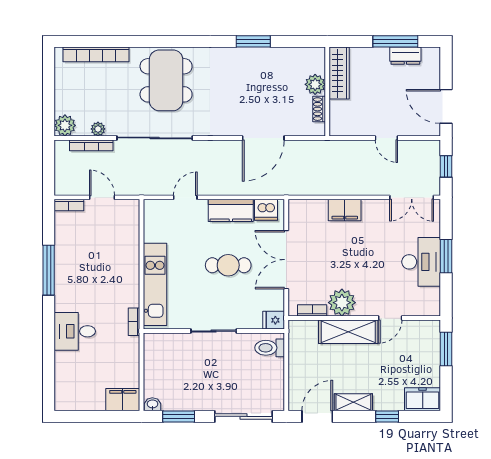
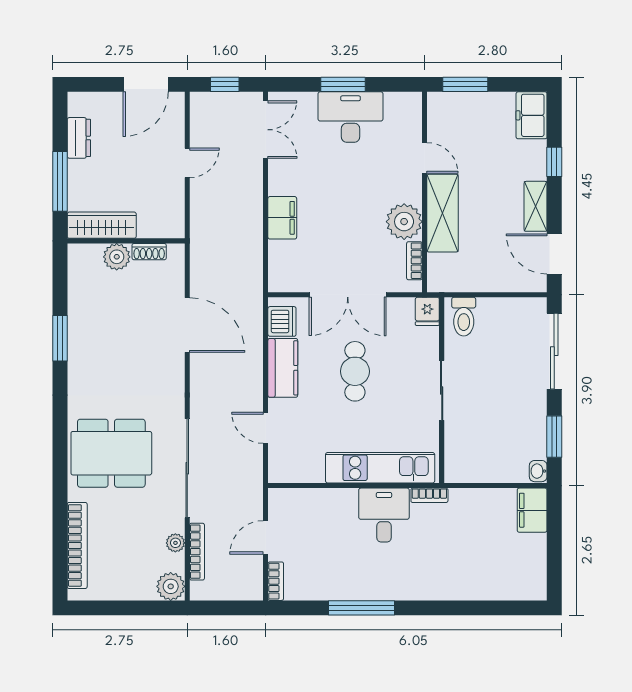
window: (395, 41) -> (60, 181), moved
desk: (75, 331) -> (384, 515), moved, turned 180

